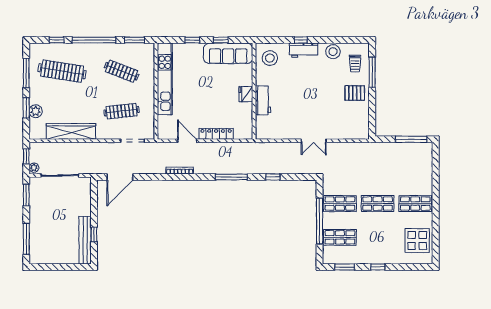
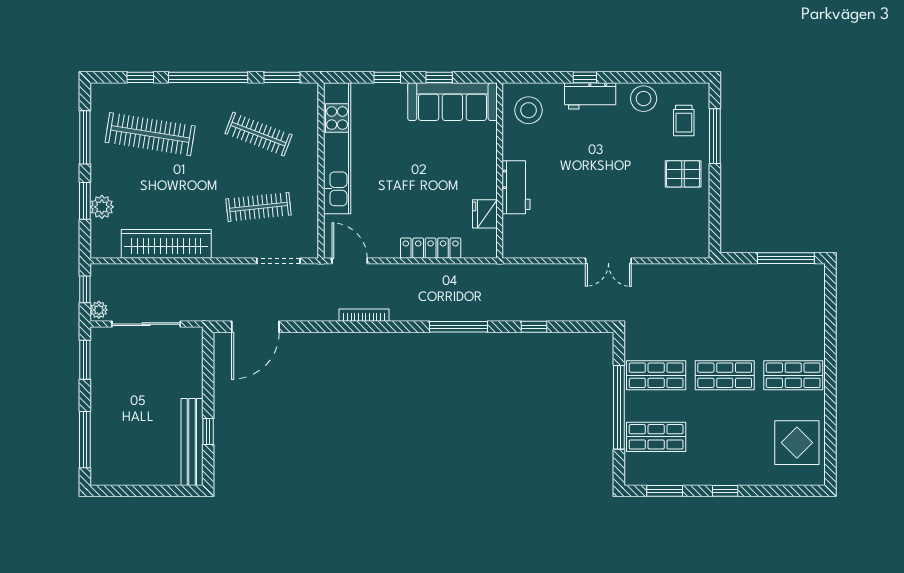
fridge: (246, 94) -> (485, 214), moved
door: (187, 141) -> (350, 261), moved

